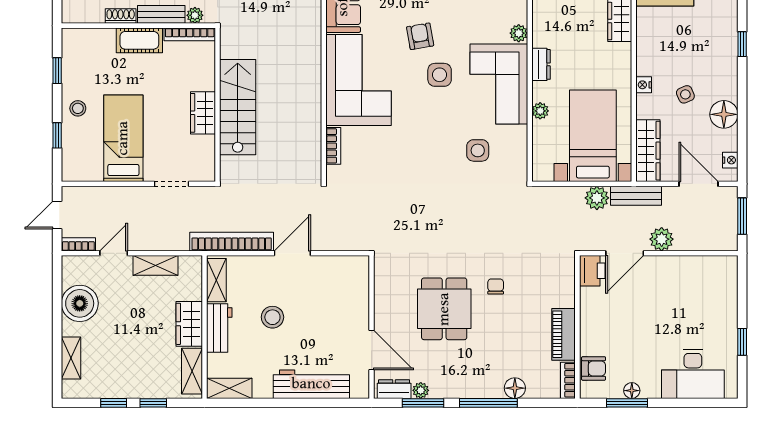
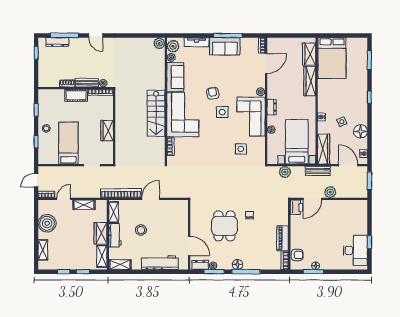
stairs: (238, 107) -> (156, 113), moved, turned 180
plant: (597, 198) -> (285, 172), moved
desk: (693, 374) -> (355, 250), moved, turned -90
floor lamp: (515, 388) -> (238, 264), moved

